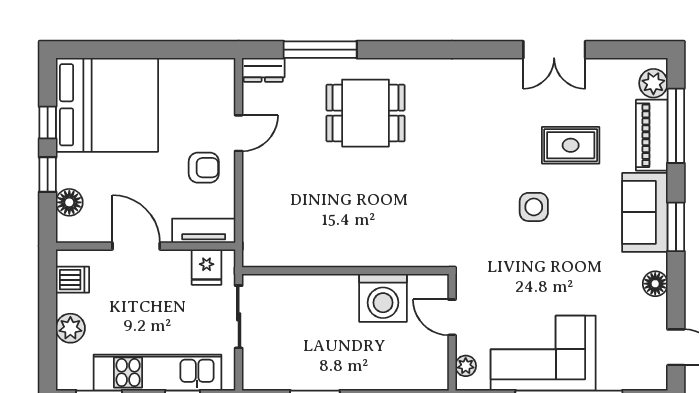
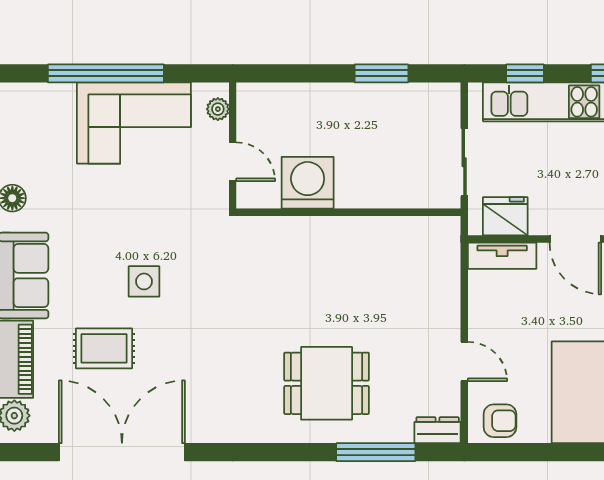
double door: (554, 50) -> (122, 452), width x1.87
door: (239, 133) -> (464, 361), swing flipped
armchair: (204, 168) -> (500, 421), moved, turned 180
fridge: (207, 267) -> (505, 216), width x1.38

